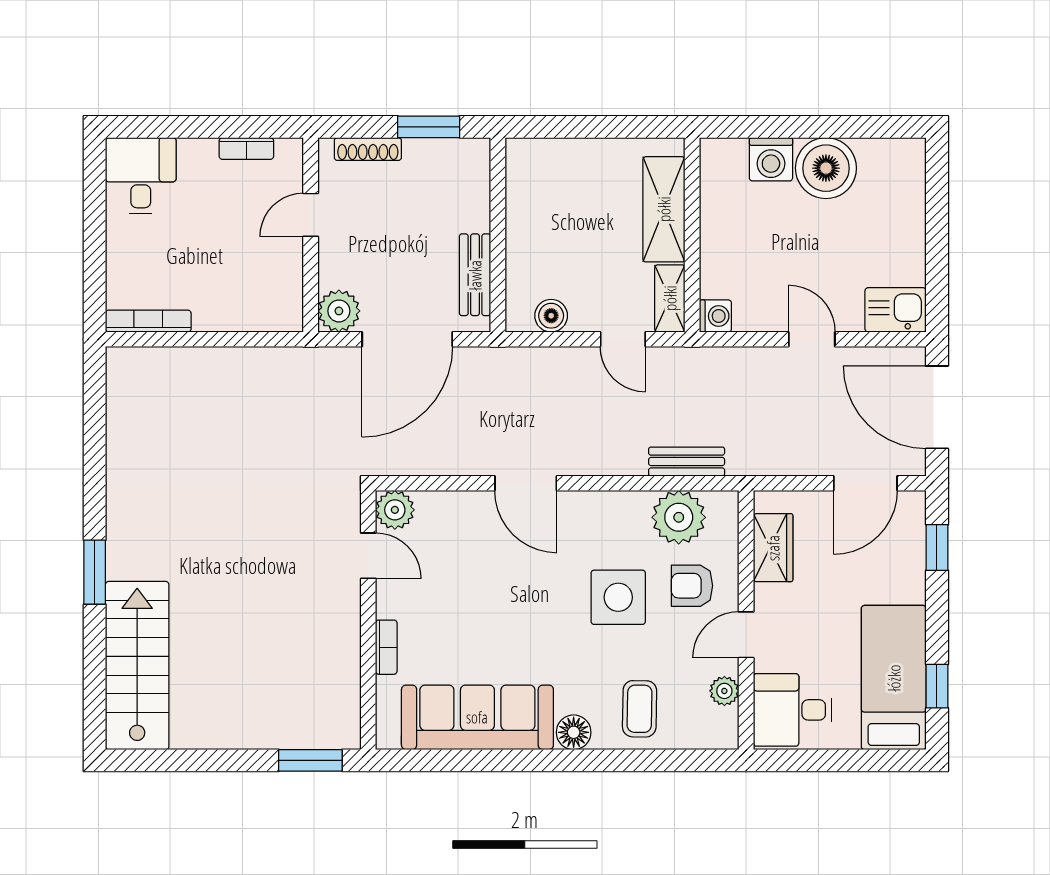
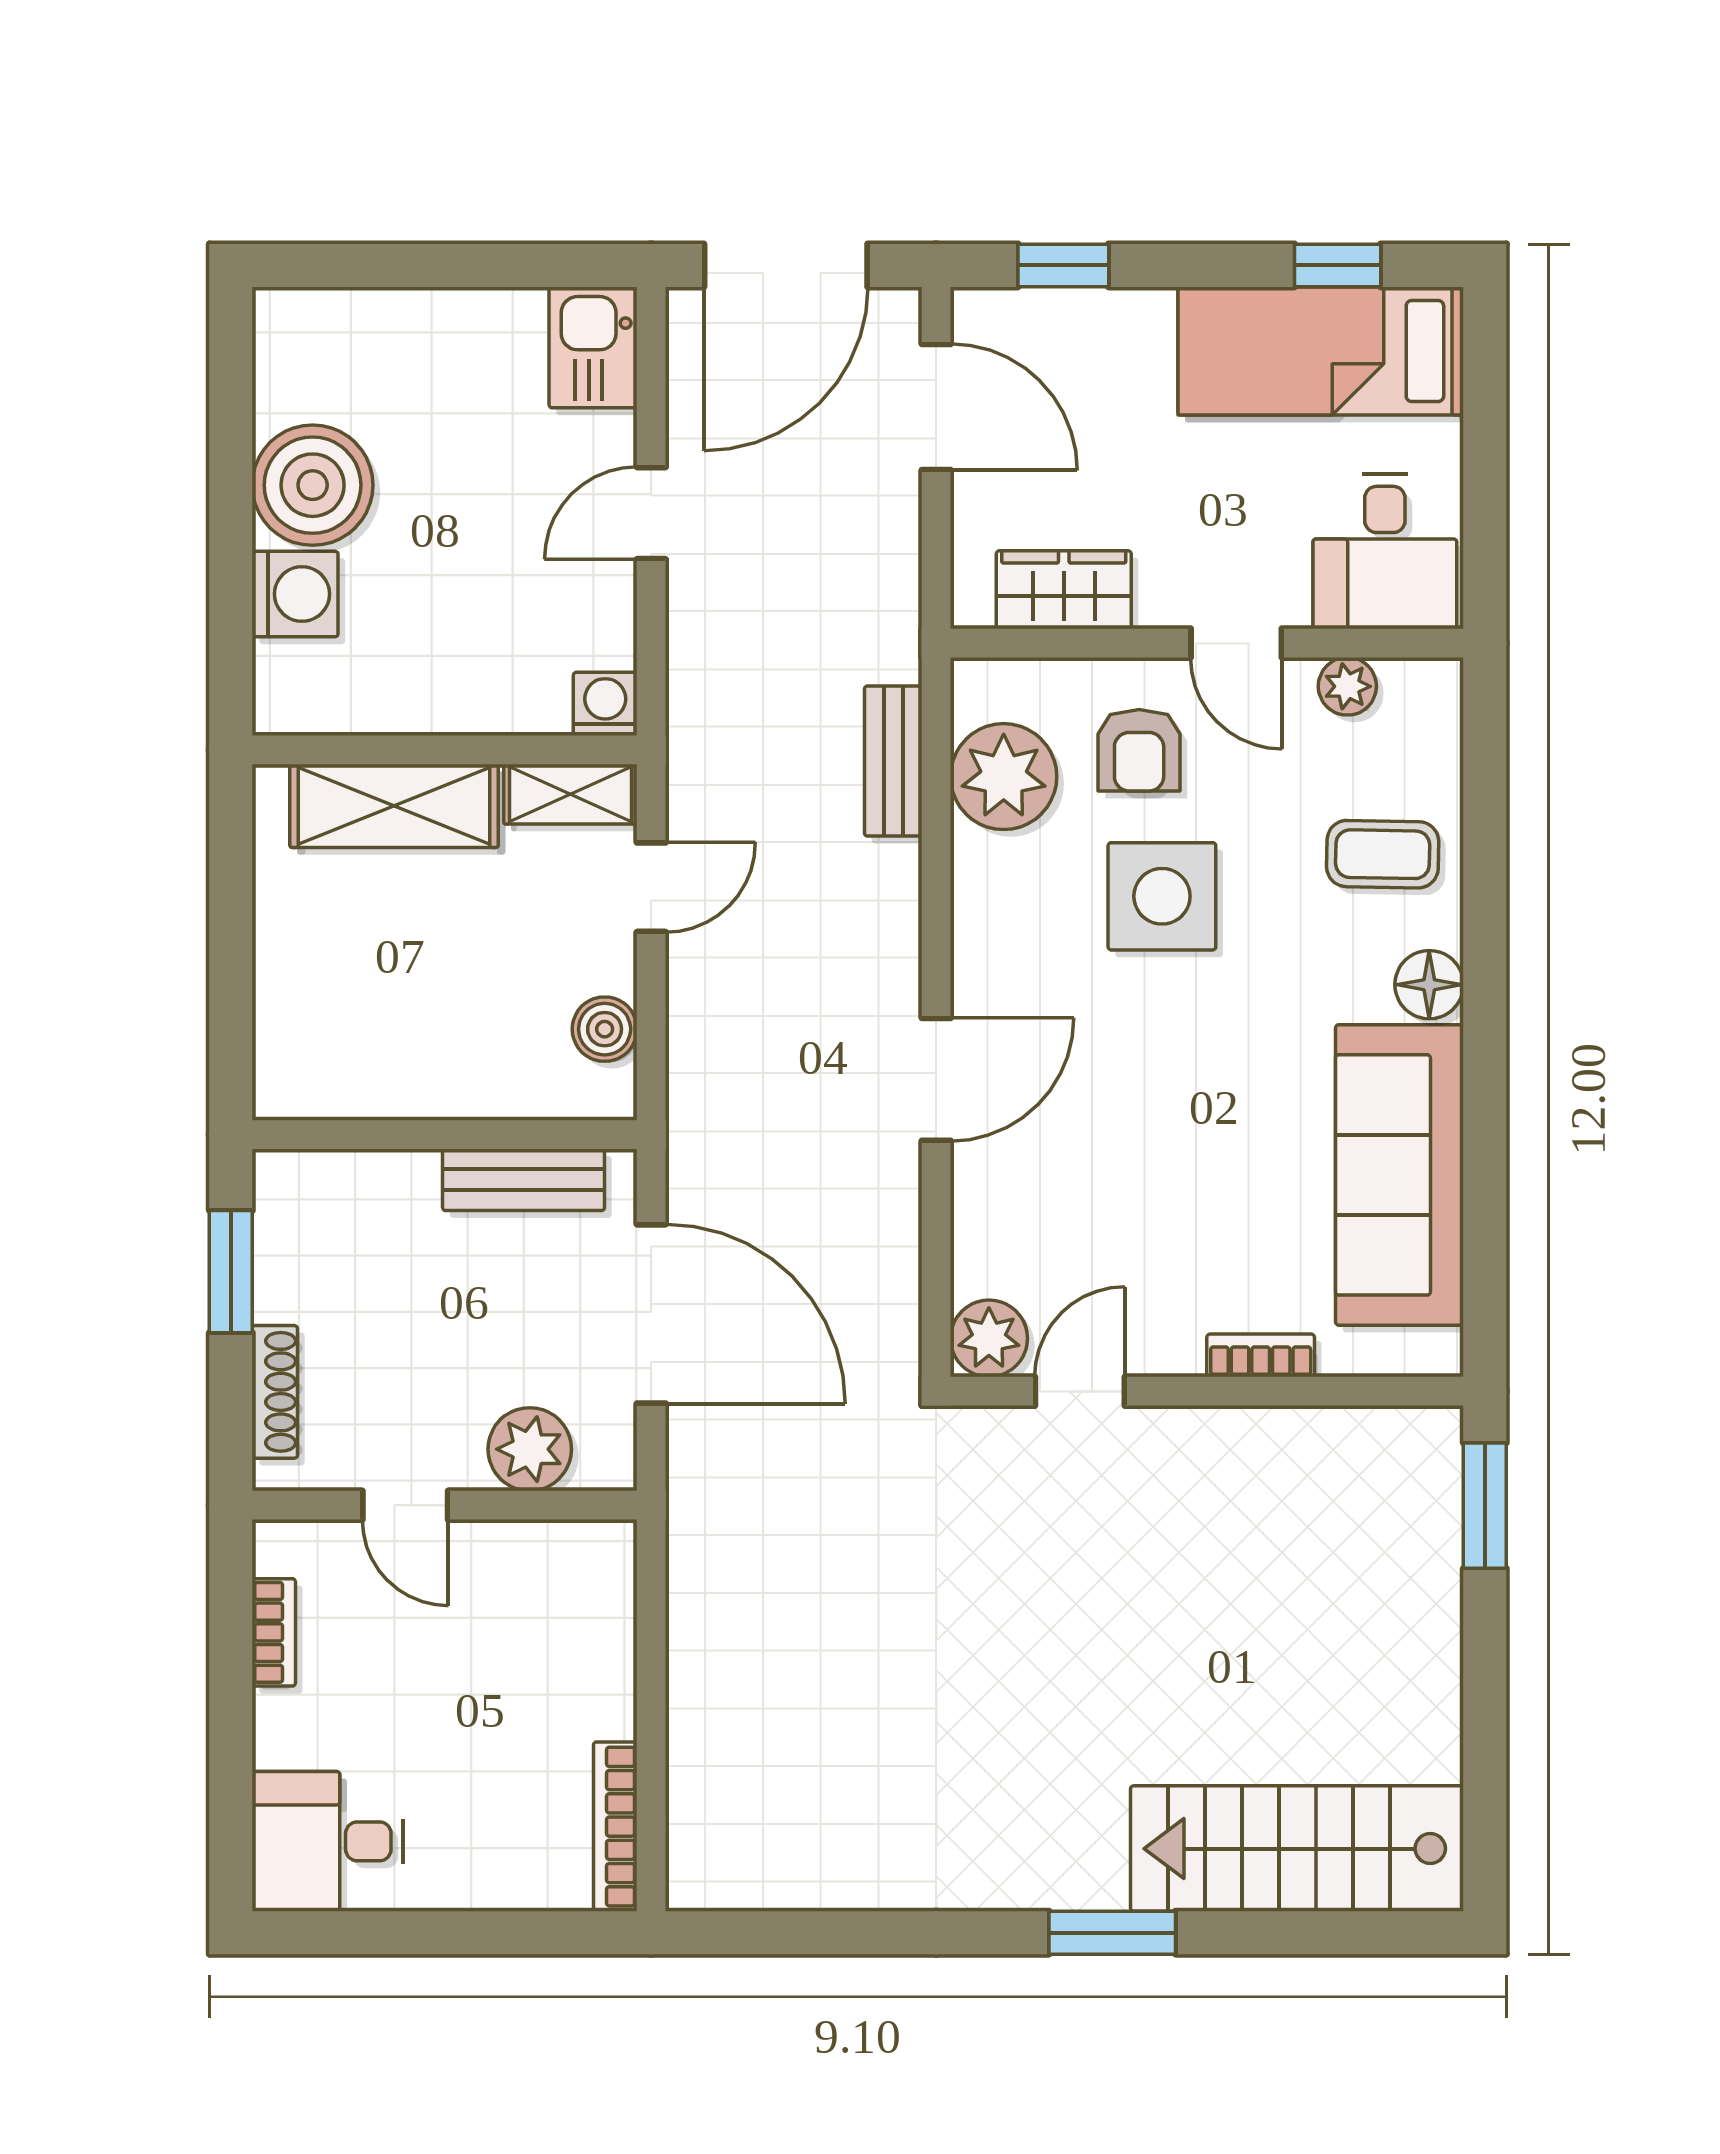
plant: (339, 311) -> (530, 1449), moved

